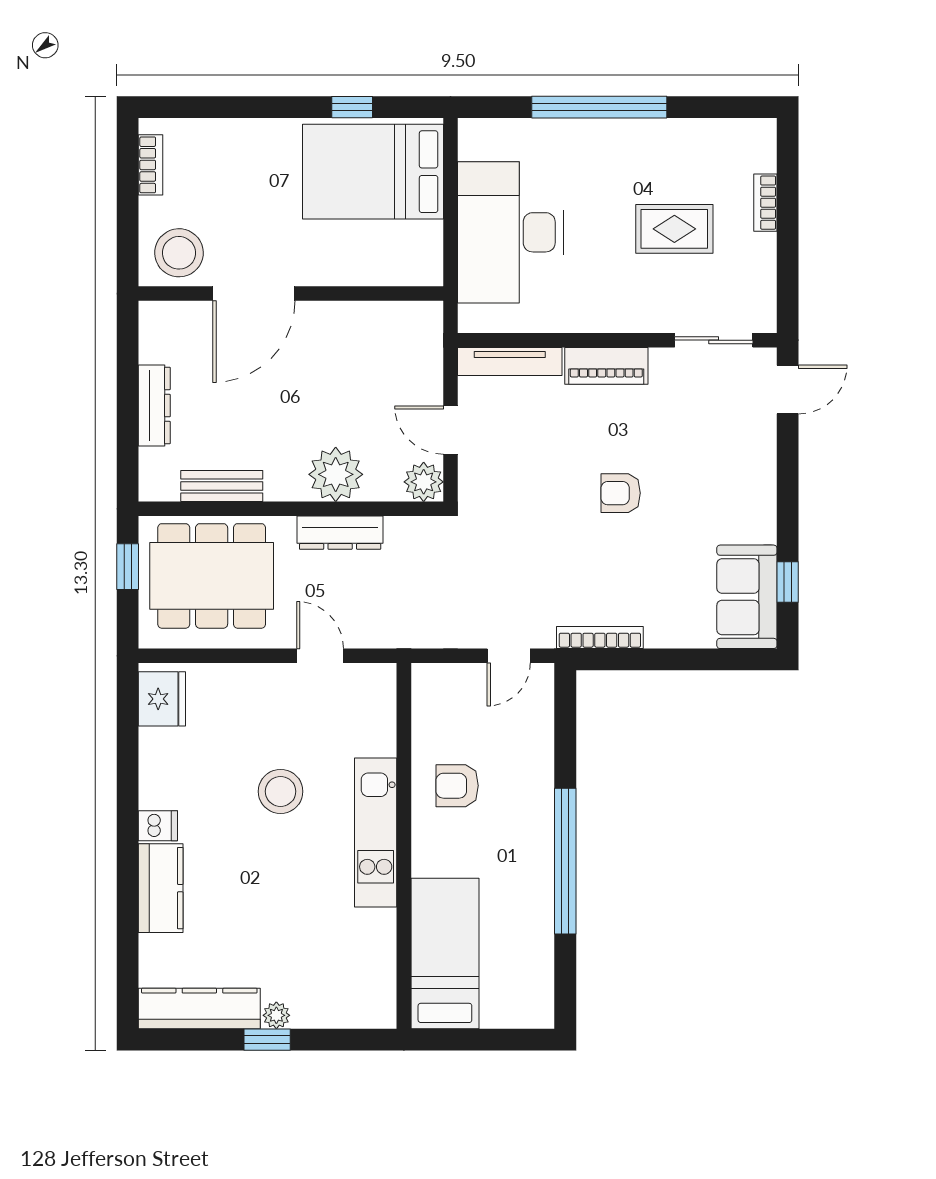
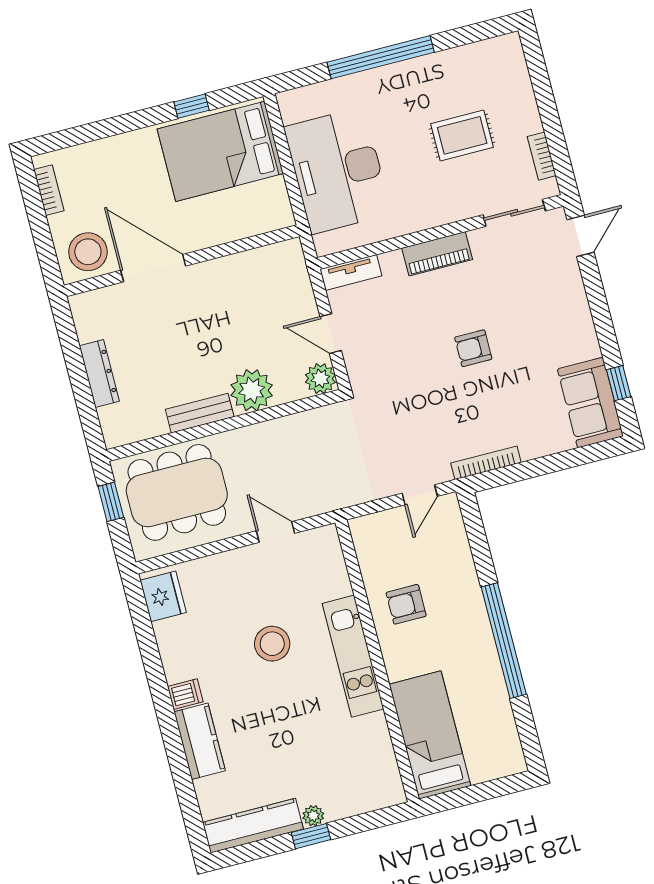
bookcase: (765, 203) -> (542, 156), moved
door: (254, 294) -> (153, 268), swing flipped
tv unit: (510, 361) -> (351, 272), width x0.71
bench: (222, 486) -> (200, 413), moved
dresser: (340, 533) -> (267, 434), removed

